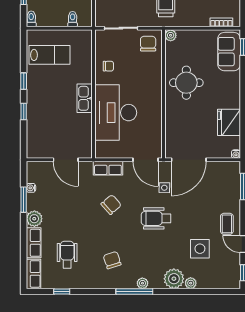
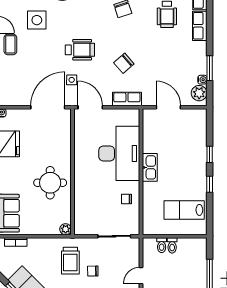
toilet: (31, 19) -> (172, 245), moved
chair: (148, 44) -> (88, 221), removed
plant: (34, 219) -> (199, 93), moved

